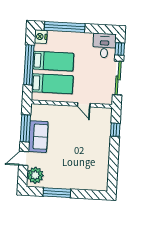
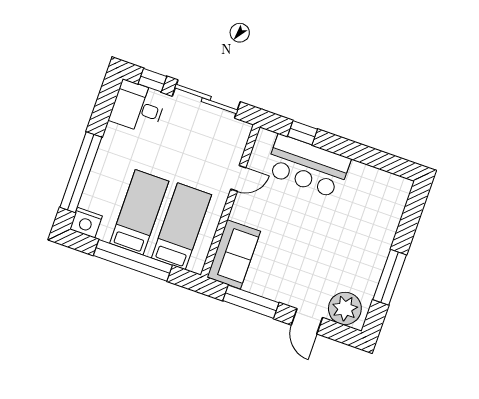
sofa: (38, 137) -> (234, 254), moved, turned 90
bar counter: (100, 137) -> (308, 166), added

